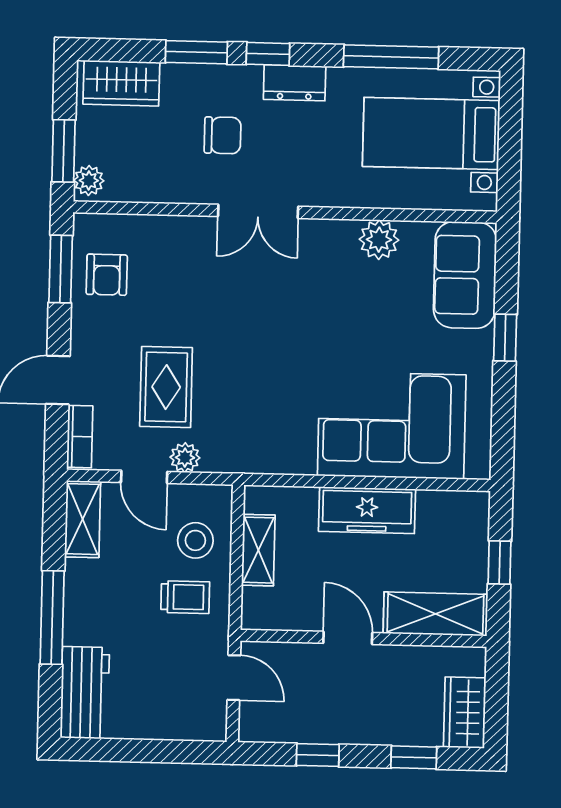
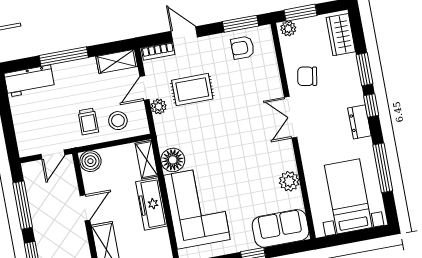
chair: (223, 135) -> (307, 76), moved, turned 100
floor lamp: (292, 452) -> (173, 160), added
shelving: (258, 550) -> (147, 160), moved, turned 90
boiler: (261, 609) -> (90, 161), added
window: (318, 755) -> (23, 205), width x2.17

